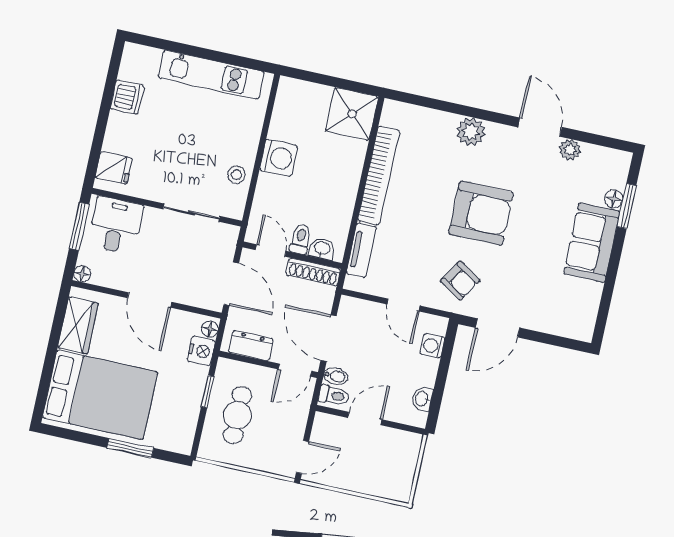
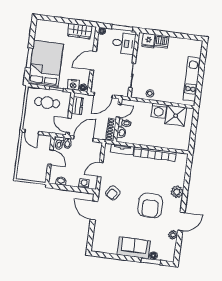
dishwasher: (127, 97) -> (162, 41), moved
shower: (352, 114) -> (176, 116), moved
armchair: (481, 213) -> (150, 206), moved
bed: (100, 395) -> (46, 64), moved, turned 180

